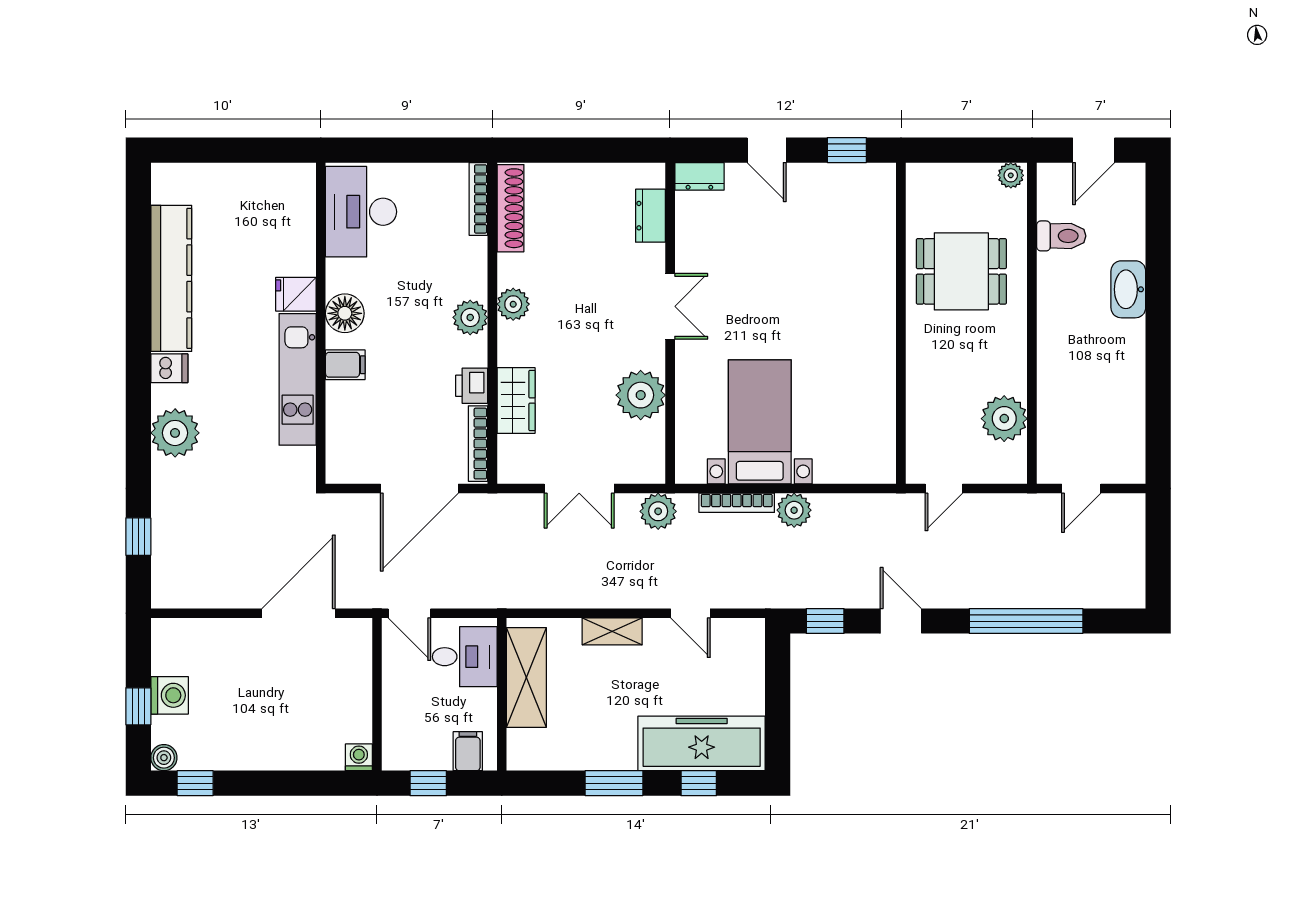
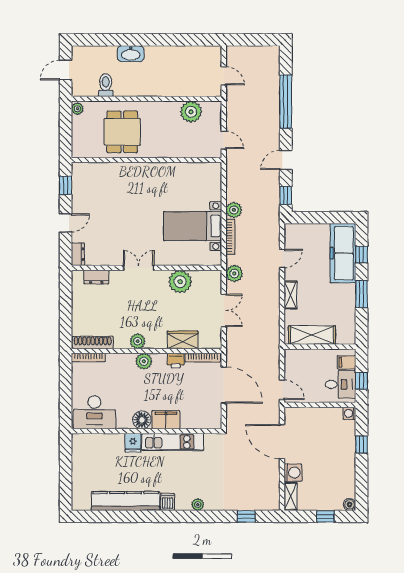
door: (1094, 150) -> (66, 70), swing flipped
filing cabinet: (345, 365) -> (166, 420), width x2.00
plant: (175, 433) -> (198, 505), width x0.53, depth x0.53
door: (409, 613) -> (282, 390), hinge flipped
shelving: (181, 631) -> (291, 497), added
desk: (465, 657) -> (341, 384), moved, turned 90
washing machine: (170, 695) -> (293, 473), moved, turned 90
window: (195, 783) -> (361, 445), moved

